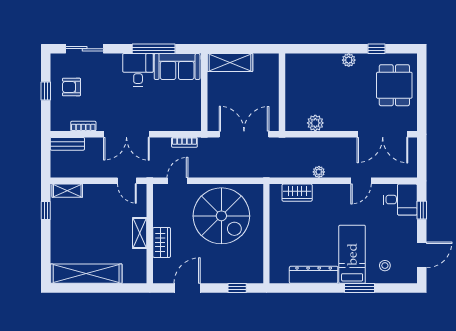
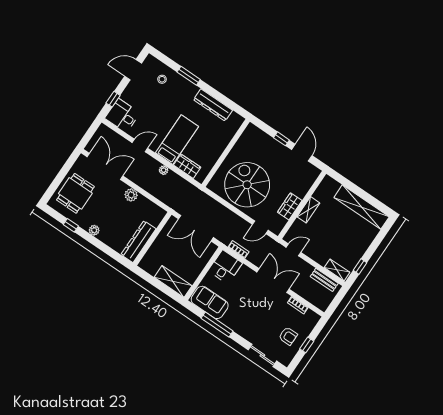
desk: (138, 70) -> (225, 267), moved, turned 180
dresser: (294, 80) -> (138, 242), added
plant: (315, 123) -> (131, 195), moved
bench: (67, 144) -> (324, 280), moved
door: (127, 181) -> (293, 250), hinge flipped
wardrobe: (162, 242) -> (290, 206), moved
bed: (352, 254) -> (177, 140), moved, turned 180
door: (187, 288) -> (302, 153), swing flipped
window: (237, 288) -> (281, 139), moved

